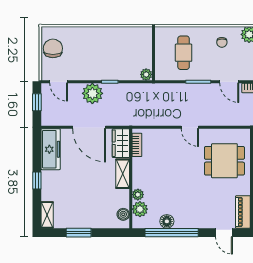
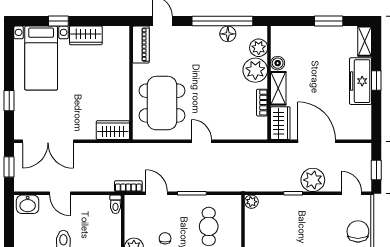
chair: (53, 48) -> (358, 231), turned 180
bookcase: (137, 145) -> (262, 103), moved
freezer: (51, 149) -> (361, 81), moved
dining table: (224, 161) -> (162, 103), width x1.37
plant: (138, 195) -> (255, 70), width x1.87, depth x1.87
boiler: (123, 214) -> (278, 63), moved

